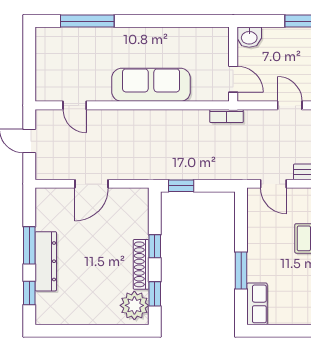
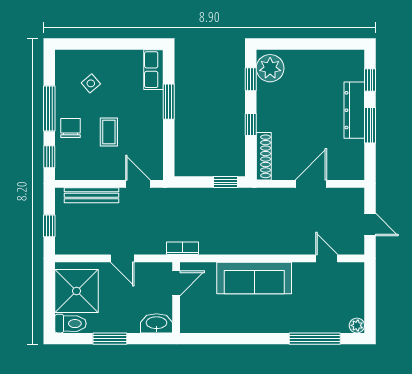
plant: (43, 35) -> (357, 325), added
washbasin: (249, 37) -> (156, 323), width x1.38
door: (233, 79) -> (176, 283), swing flipped
shoe rack: (141, 264) -> (264, 156), moved

